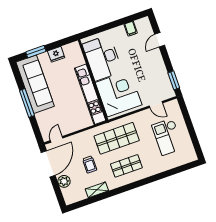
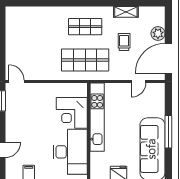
corner desk: (119, 94) -> (72, 113), width x0.74, depth x0.74
door: (156, 104) -> (16, 82), moved
checkout: (168, 137) -> (30, 42), removed
door: (57, 139) -> (139, 82), moved

